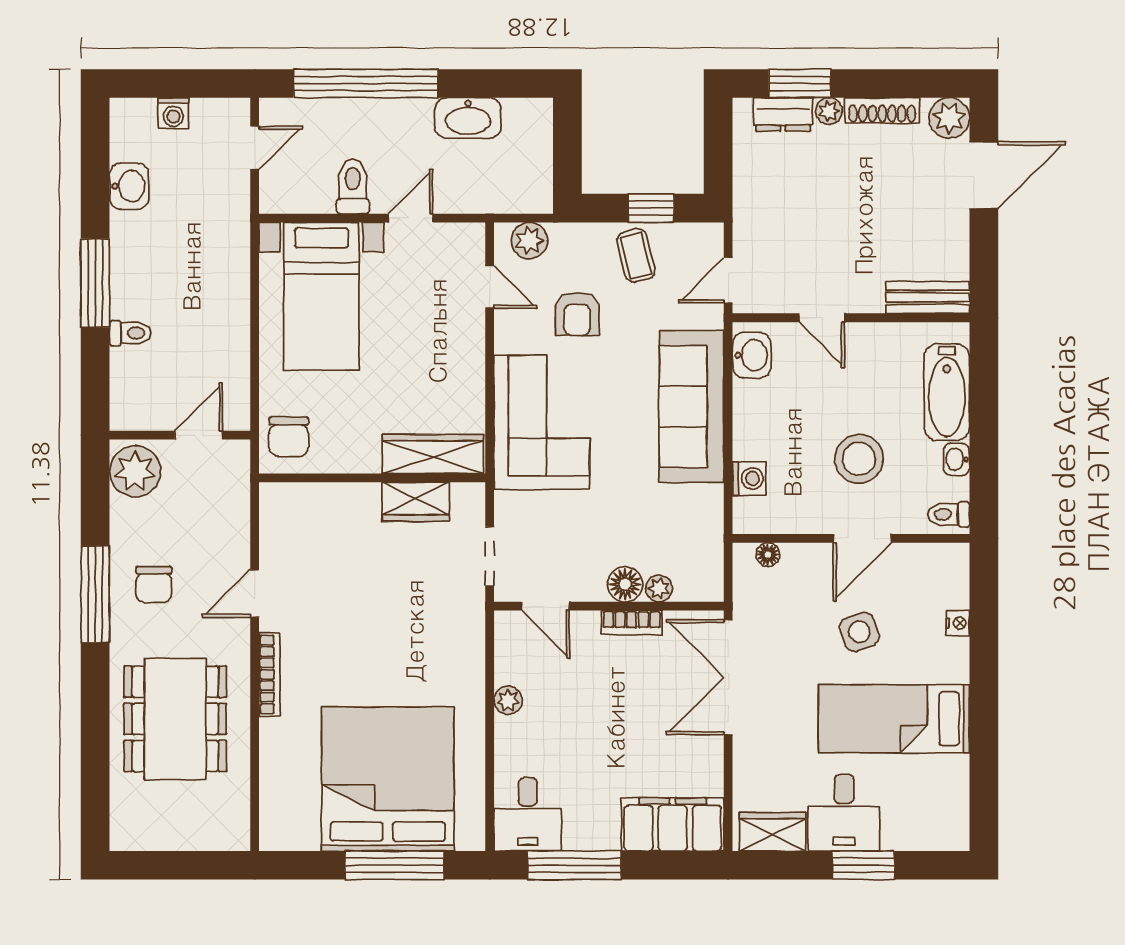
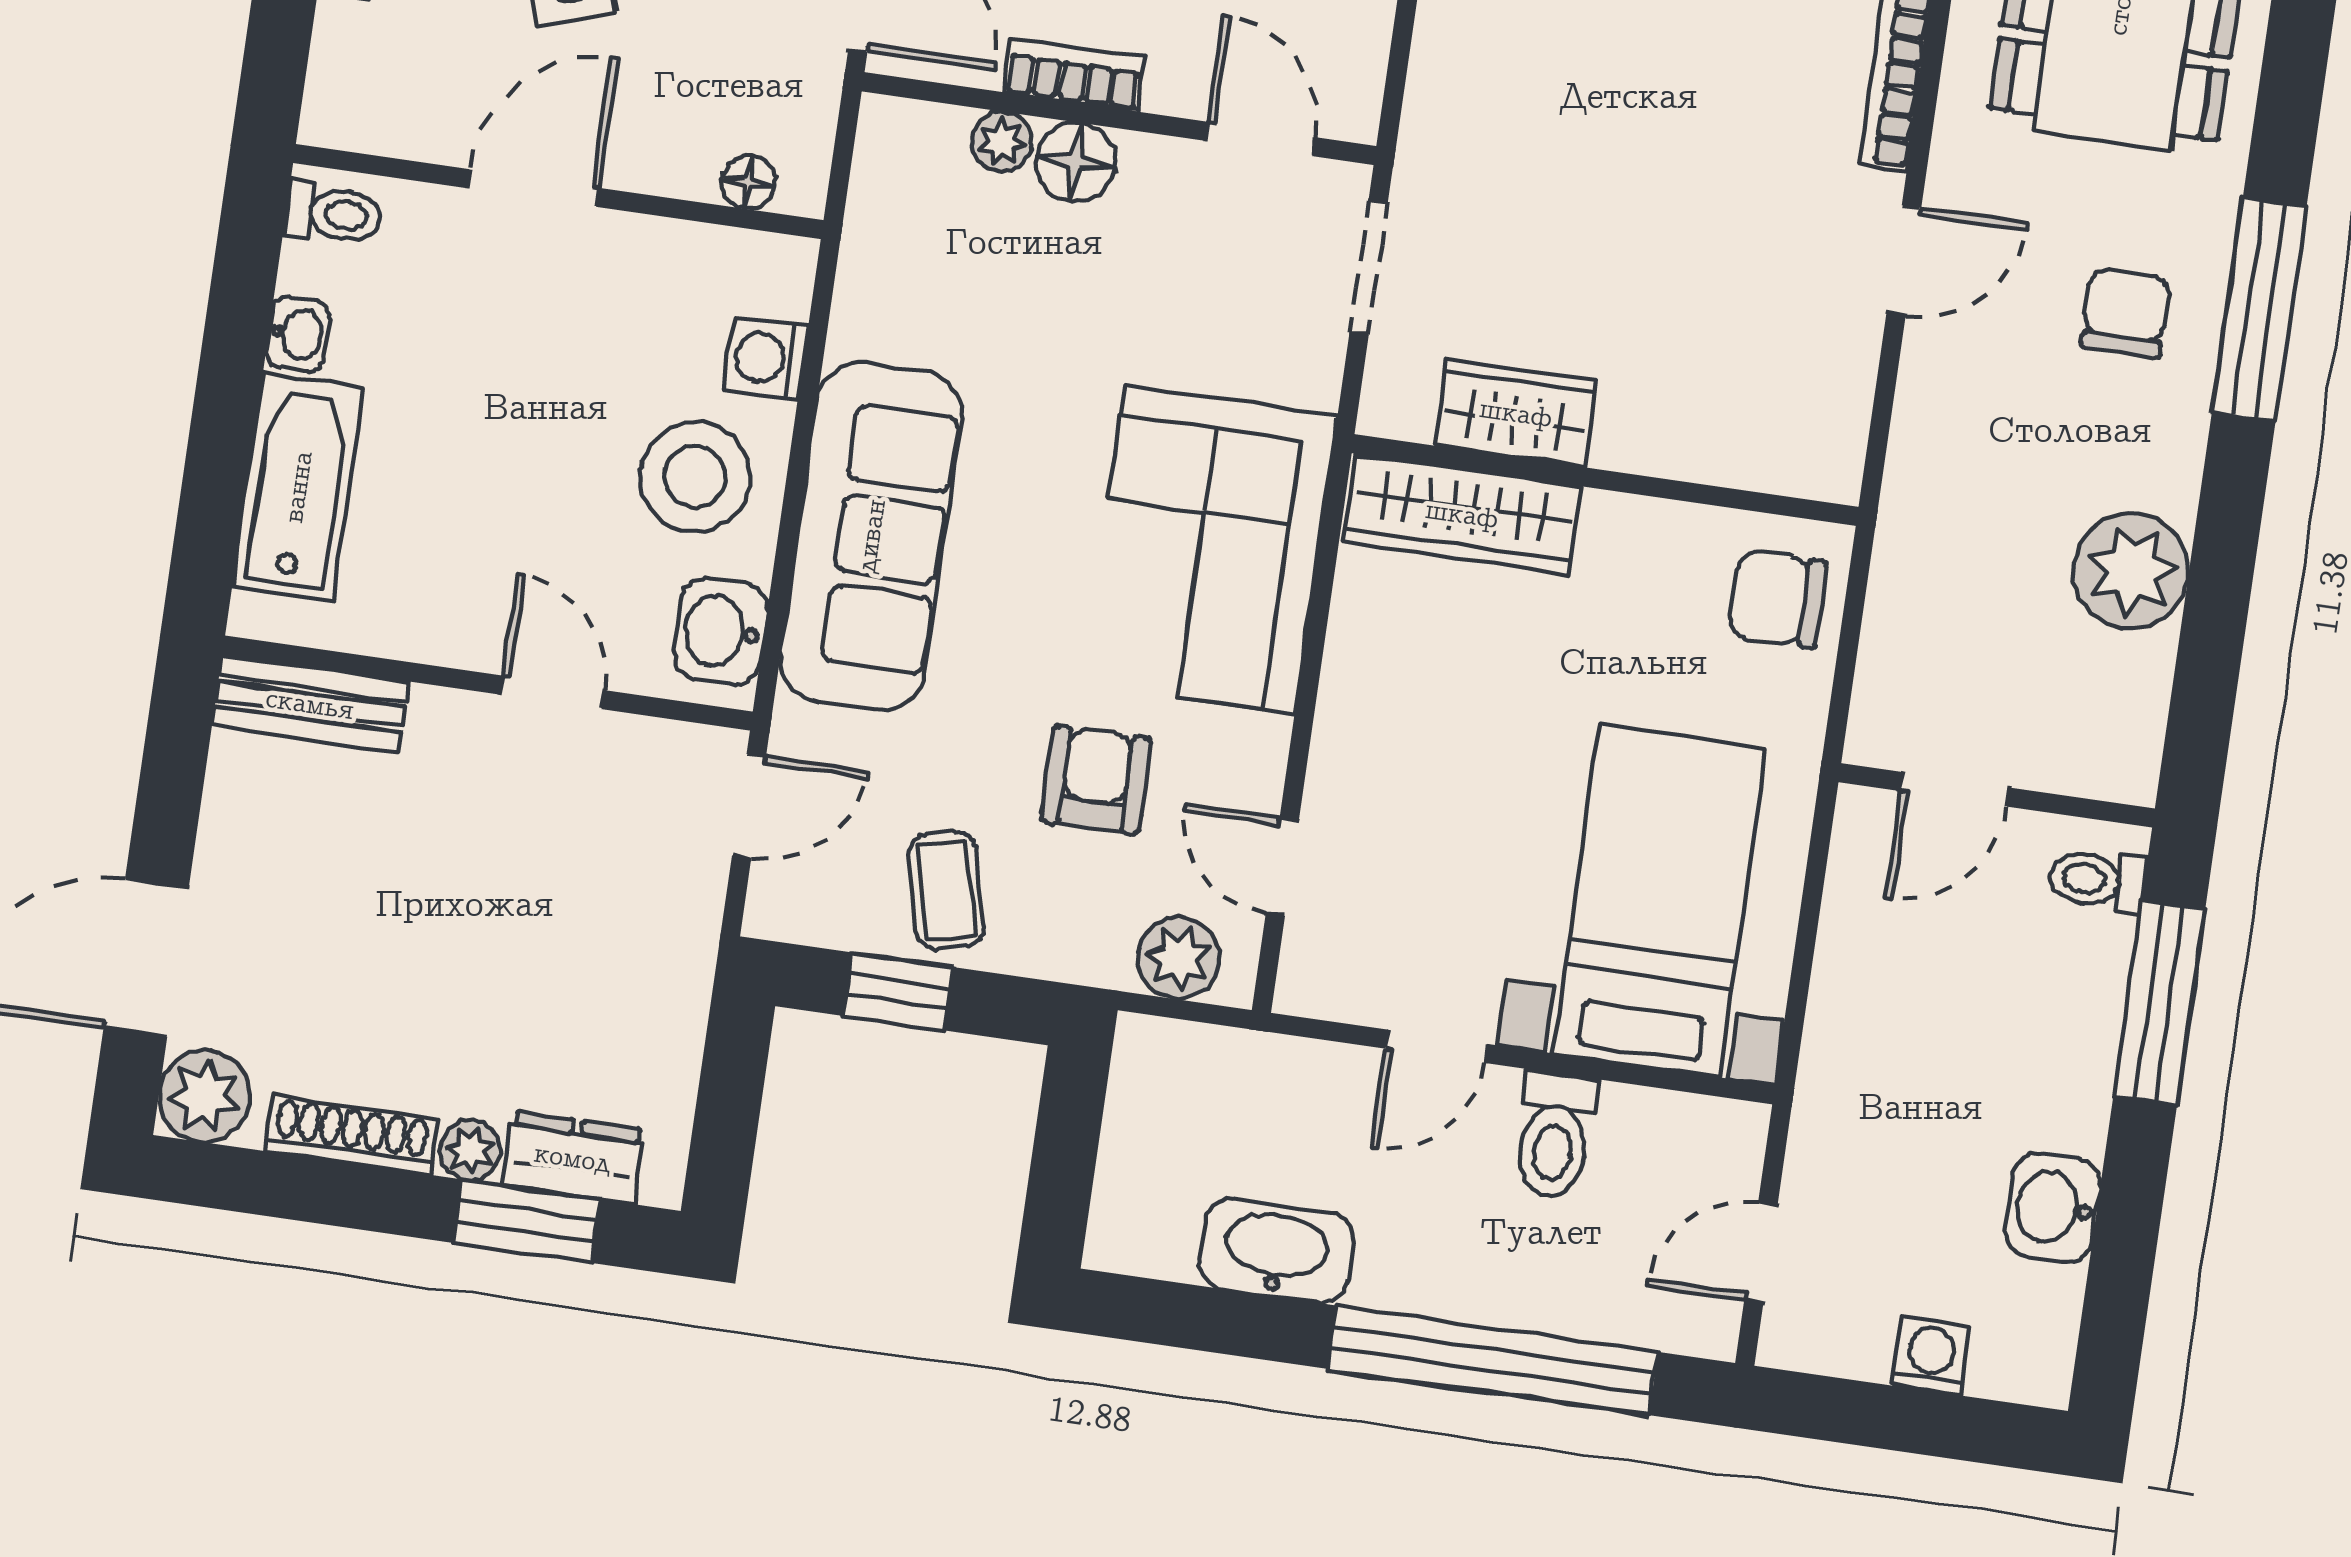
wall: (180, 435) -> (1997, 795), moved
door: (199, 435) -> (1955, 789), moved
chair: (289, 437) -> (1778, 599), turned -90
stool: (859, 459) -> (695, 477), moved

